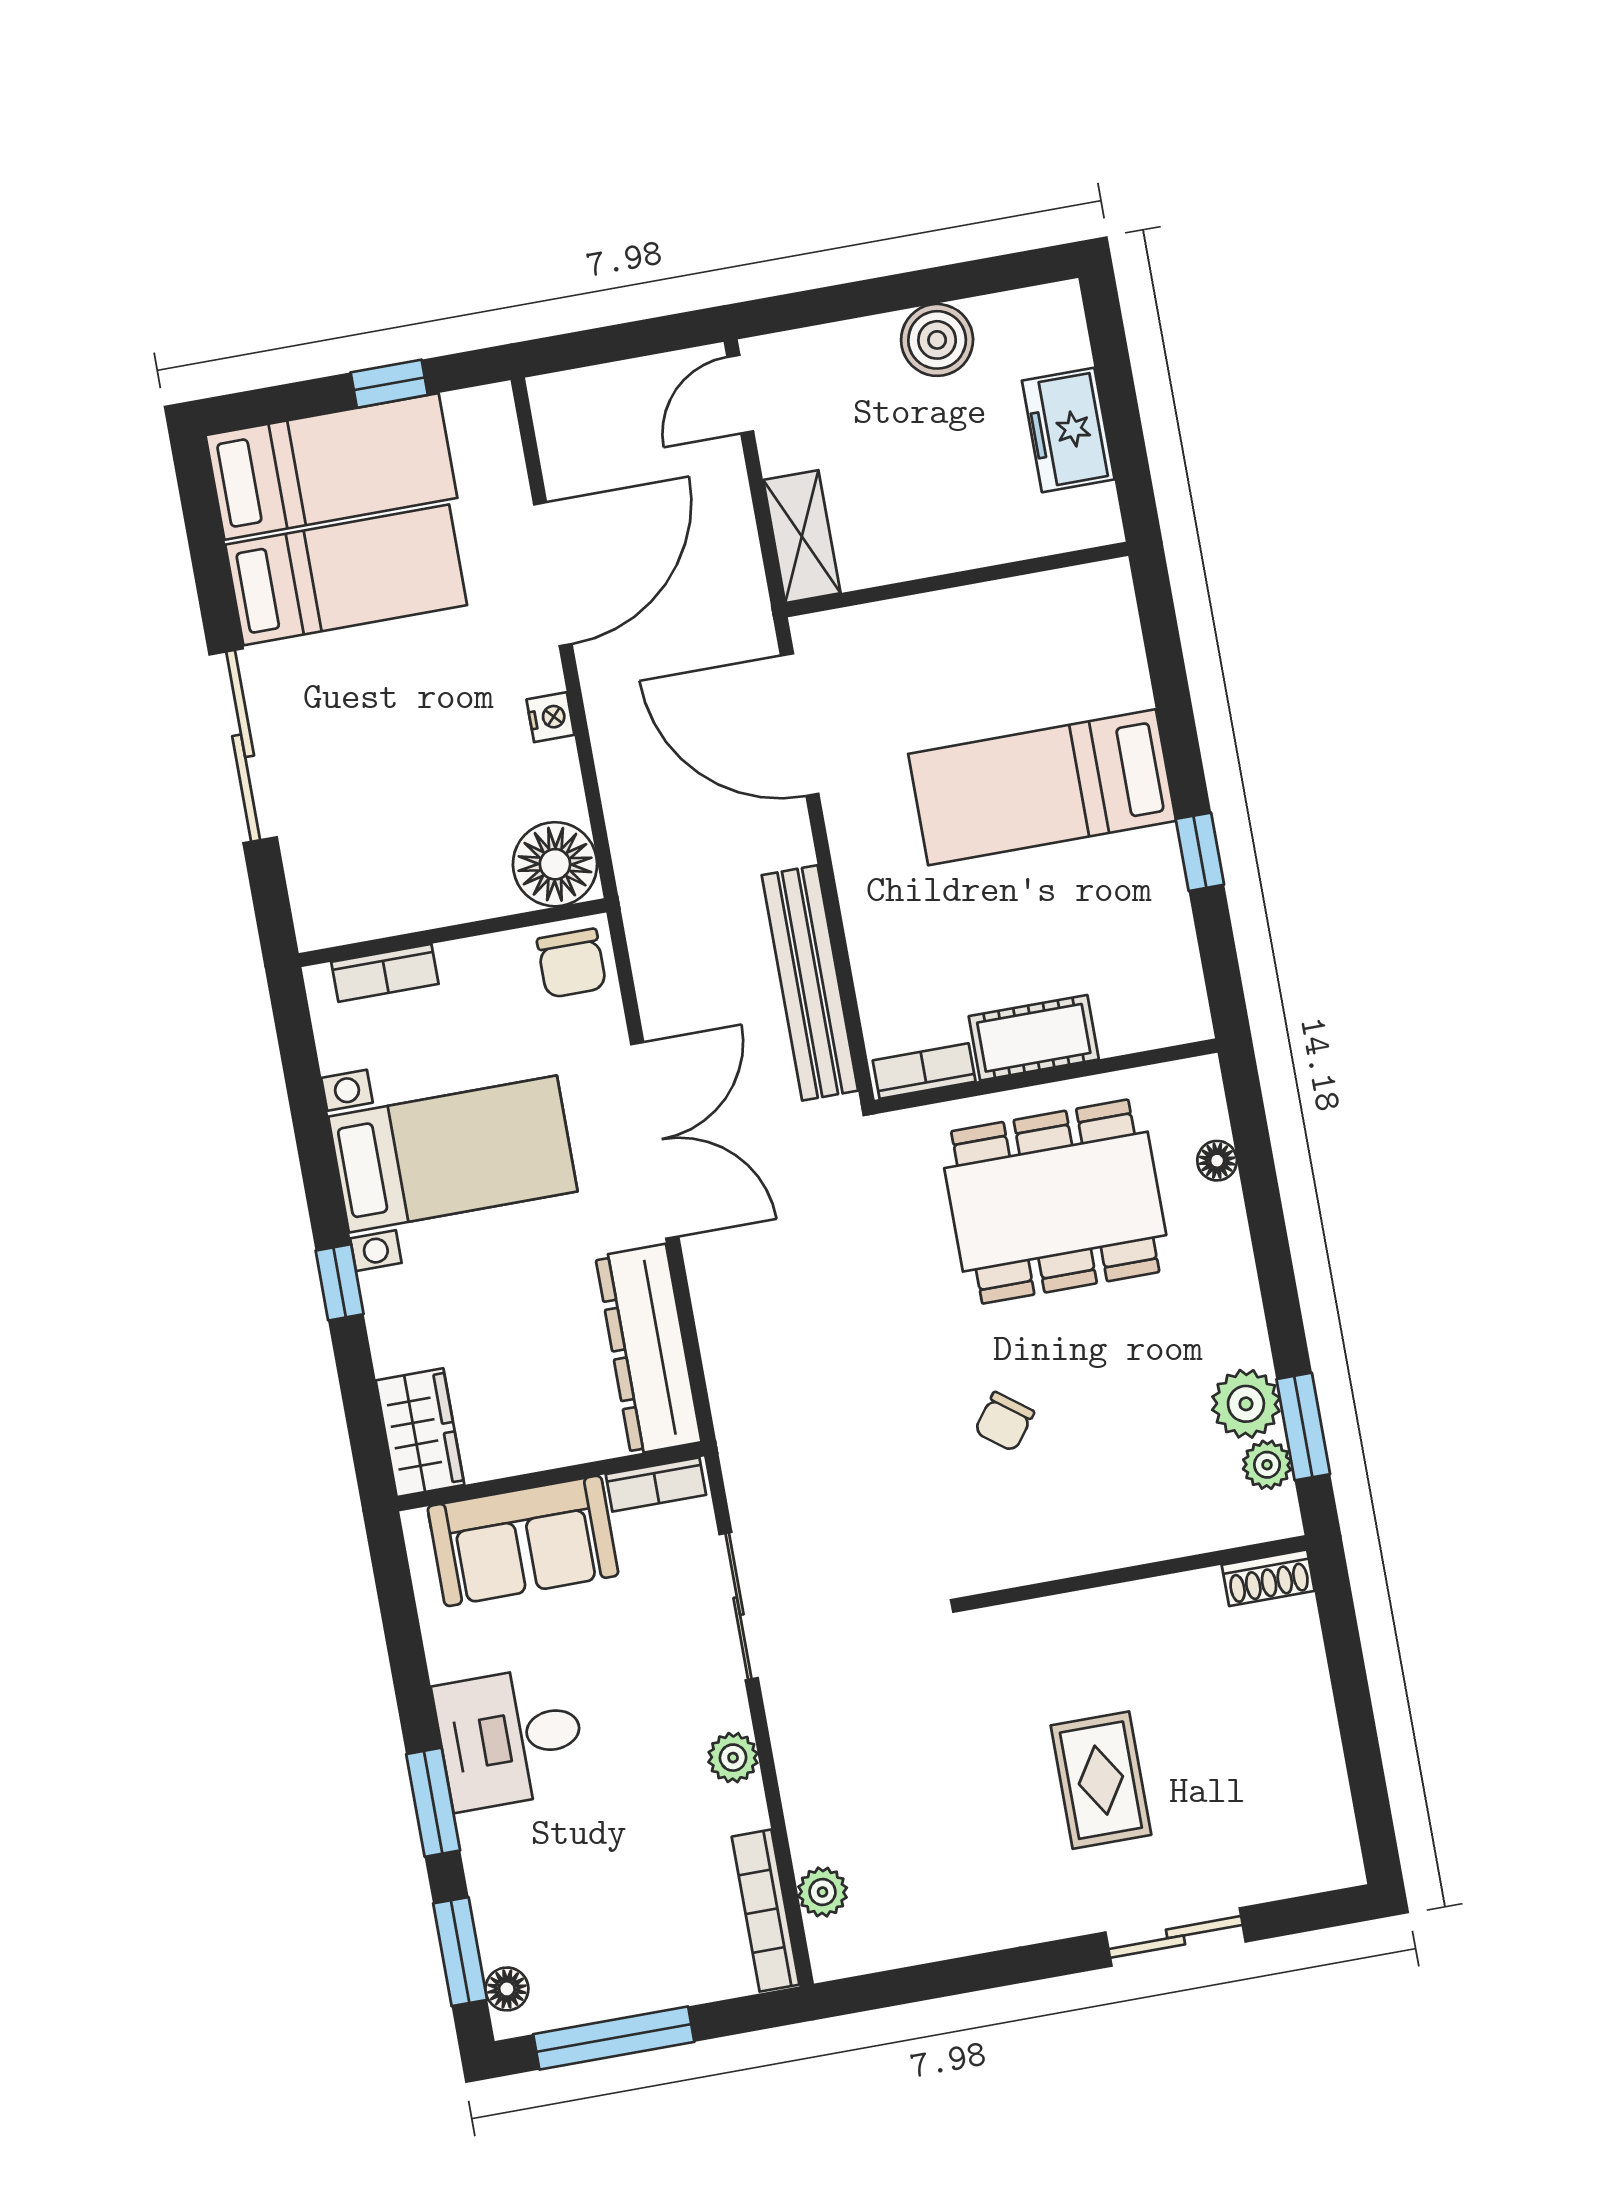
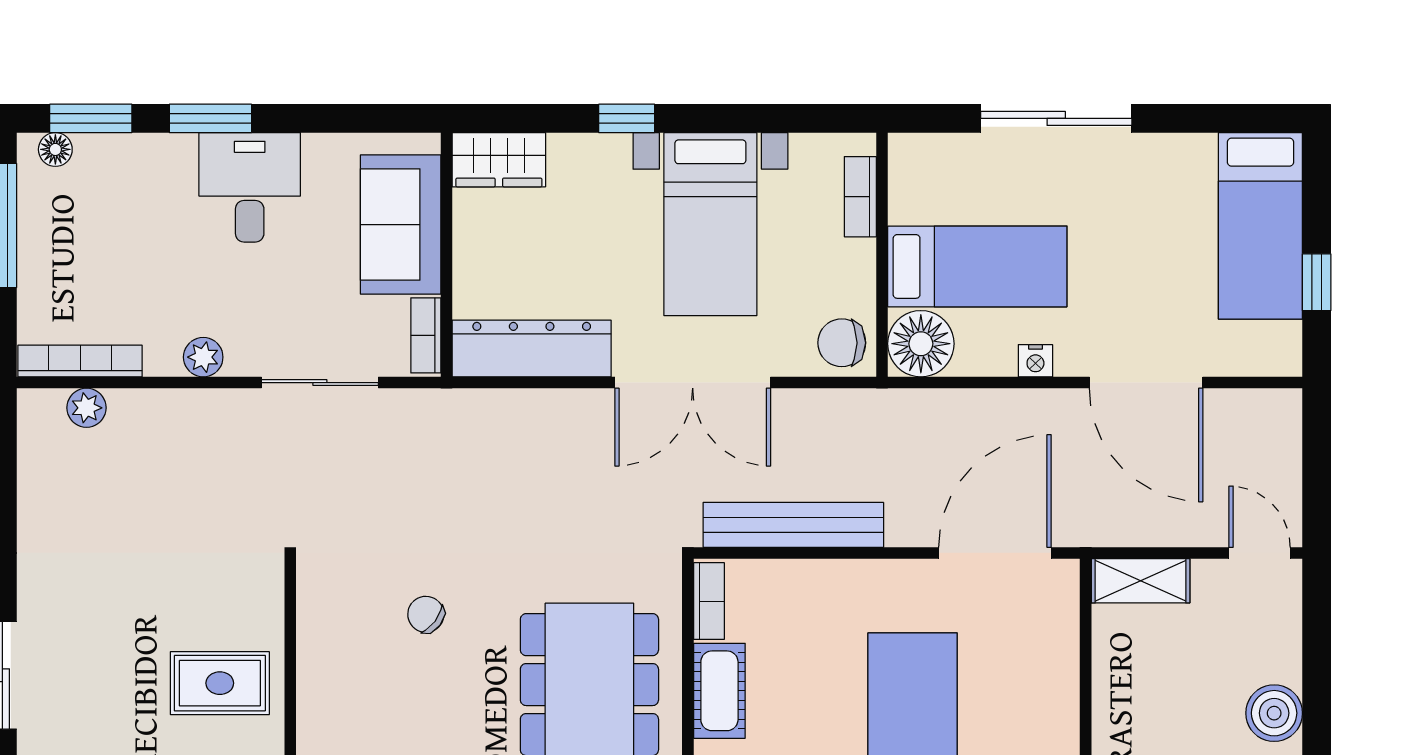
bed: (346, 575) -> (977, 266), moved, turned -90
rug: (1101, 1780) -> (220, 683), moved

